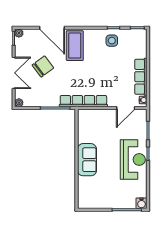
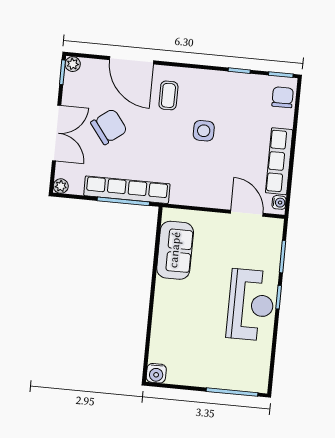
chair: (139, 40) -> (283, 97), added
side table: (112, 41) -> (204, 131), moved
coffee table: (75, 46) -> (168, 95), width x0.54, depth x0.58
row of seats: (83, 101) -> (127, 190), moved
door: (126, 108) -> (247, 213), swing flipped
sofa: (87, 160) -> (175, 250), moved
water cooler: (142, 203) -> (156, 373), moved

